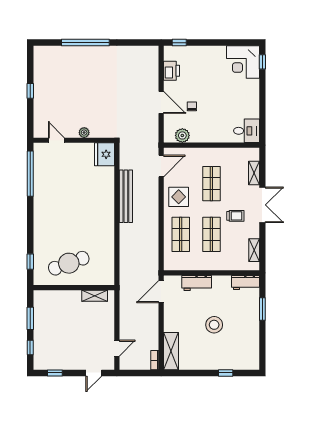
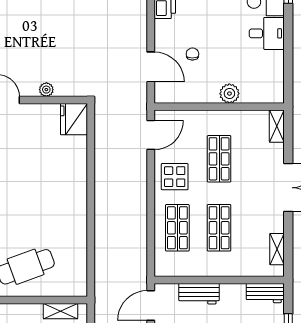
door: (161, 102) -> (151, 67), moved
desk: (247, 131) -> (267, 33), moved
plant: (182, 135) -> (229, 94), moved
shelving: (254, 173) -> (277, 126), moved
bench: (126, 196) -> (103, 176), removed
trolley: (235, 216) -> (252, 203), removed

